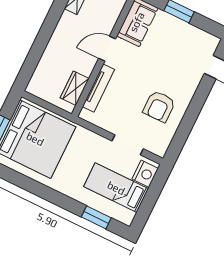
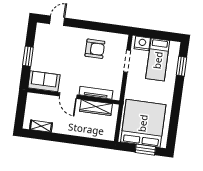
wardrobe: (75, 88) -> (96, 108), width x1.50

